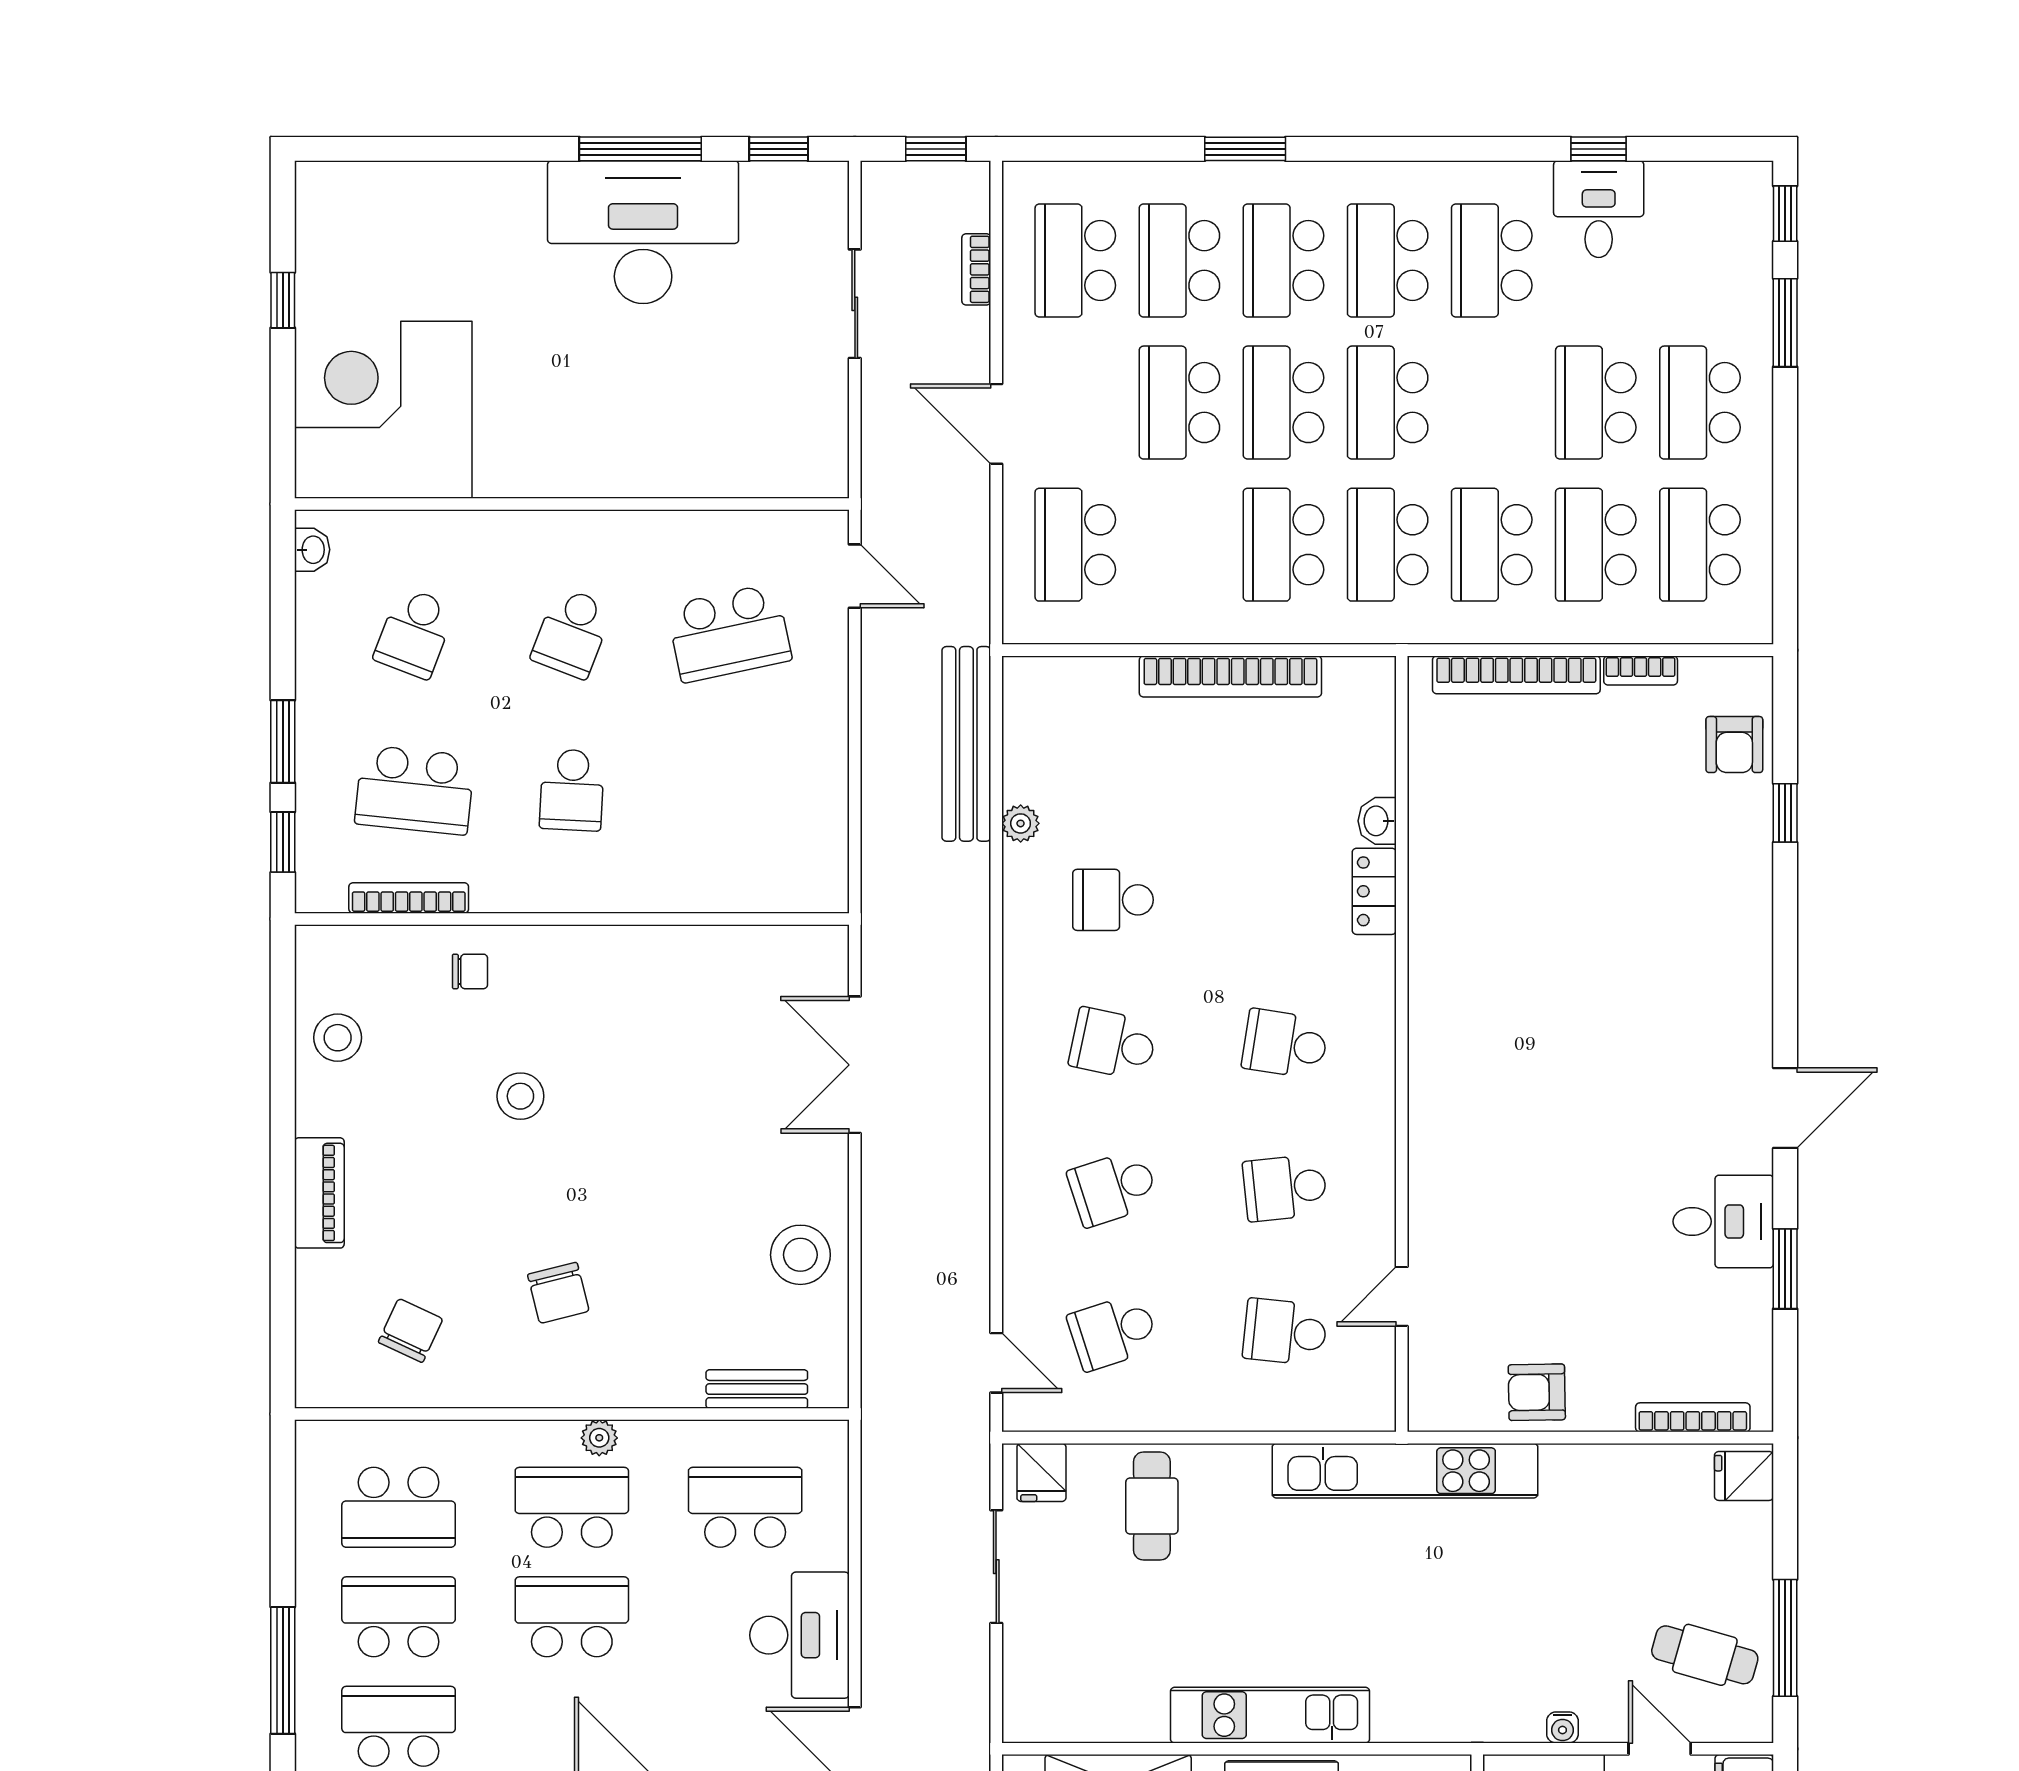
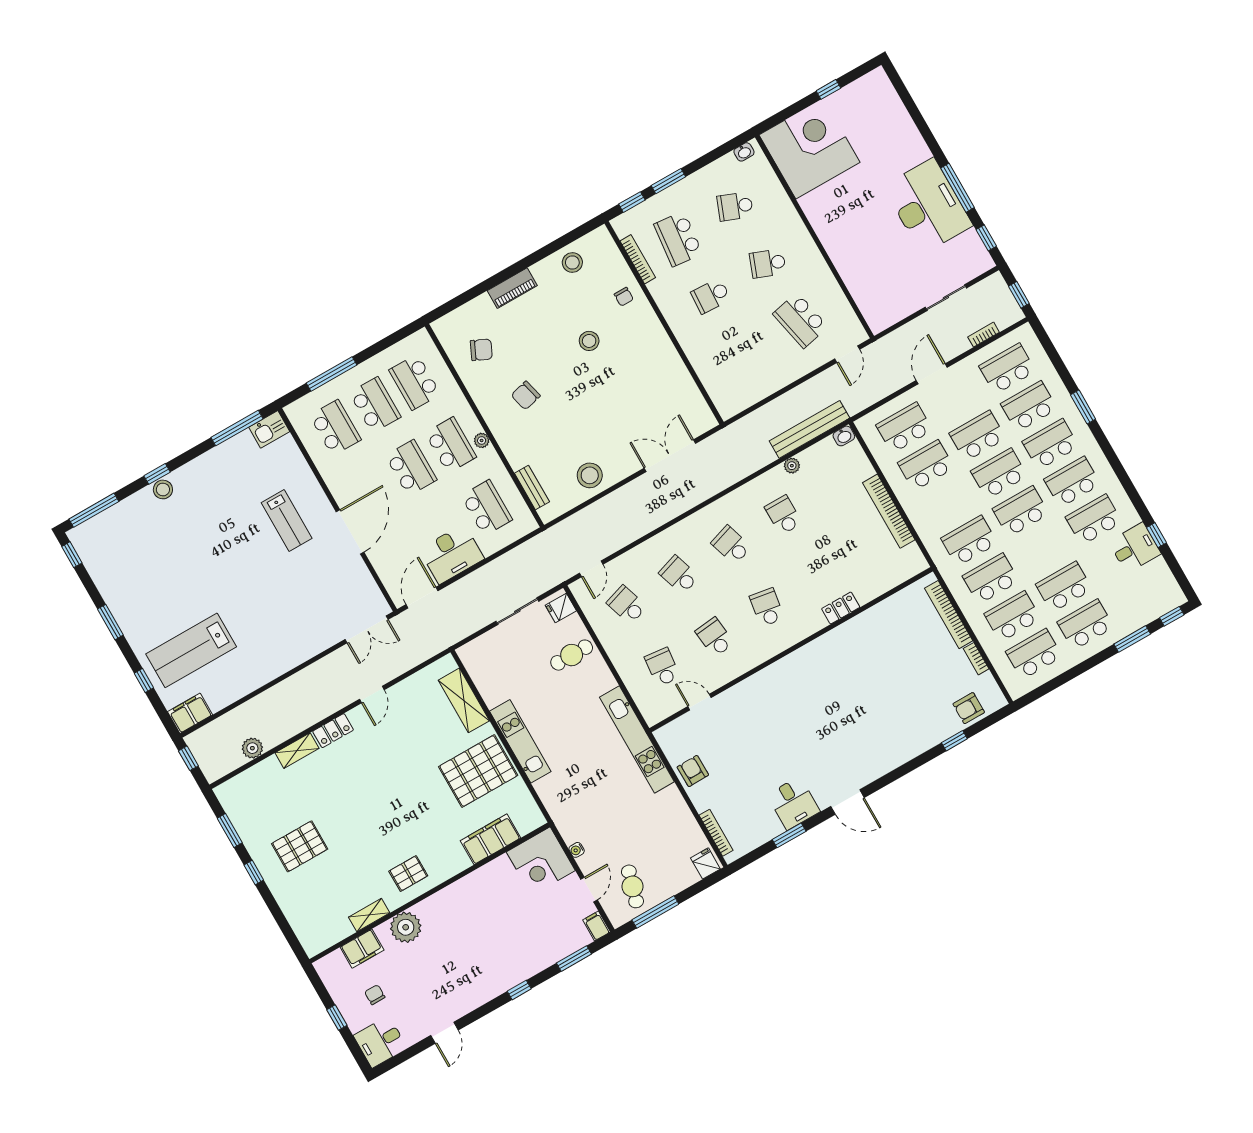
school desk: (1284, 545) -> (926, 465), moved
washbasin: (1377, 821) -> (844, 436), moved, turned 180
school desk: (1113, 1044) -> (731, 545), turned -30

